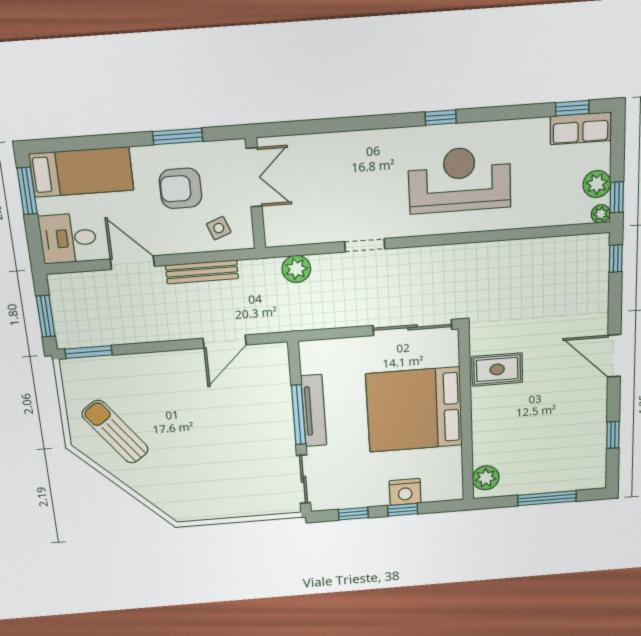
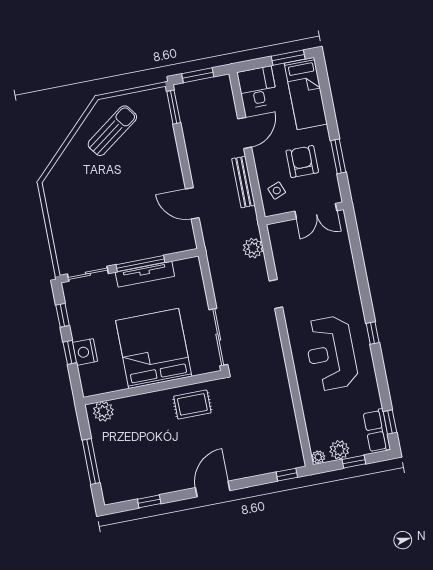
reception desk: (460, 180) -> (331, 353), turned 180
window: (617, 197) -> (354, 462), moved
rug: (497, 369) -> (192, 404), turned 90

